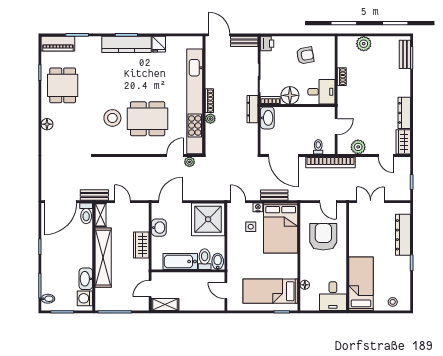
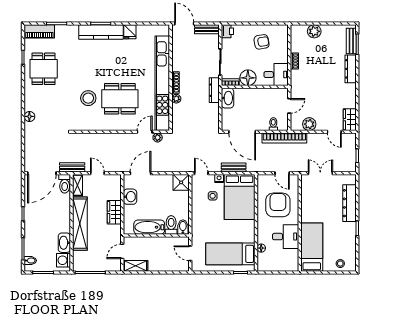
dresser: (404, 113) -> (351, 69), moved
floor lamp: (47, 124) -> (29, 116), moved
shower: (208, 219) -> (181, 182), width x0.54, depth x0.54
desk: (333, 296) -> (286, 237), moved, turned -90

